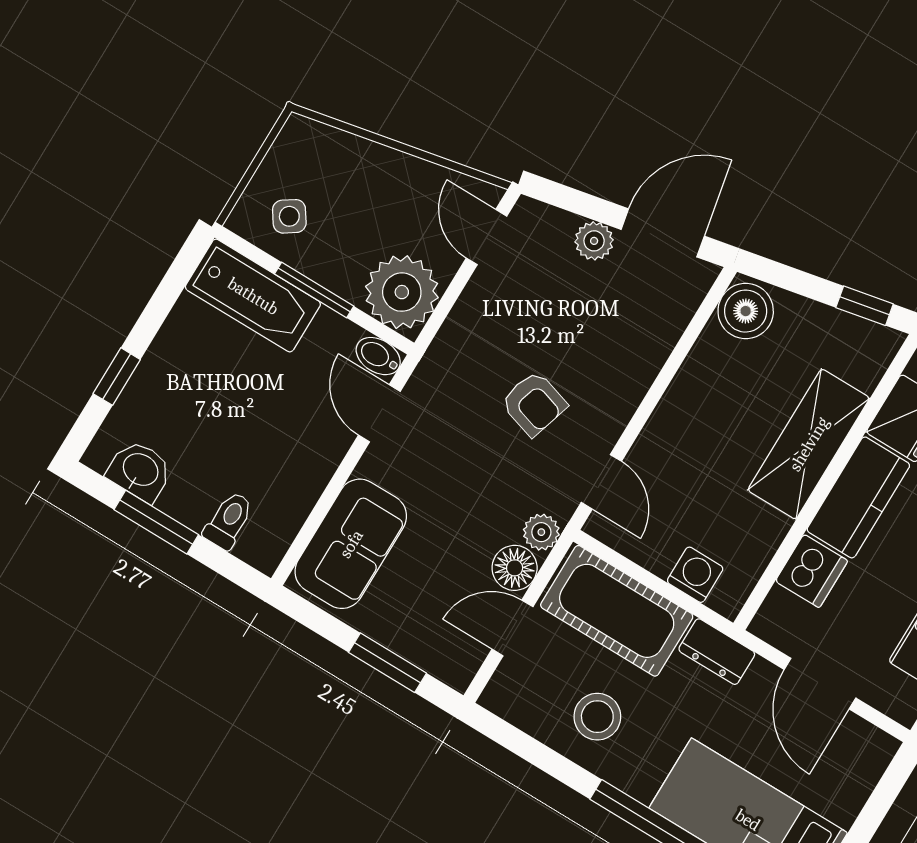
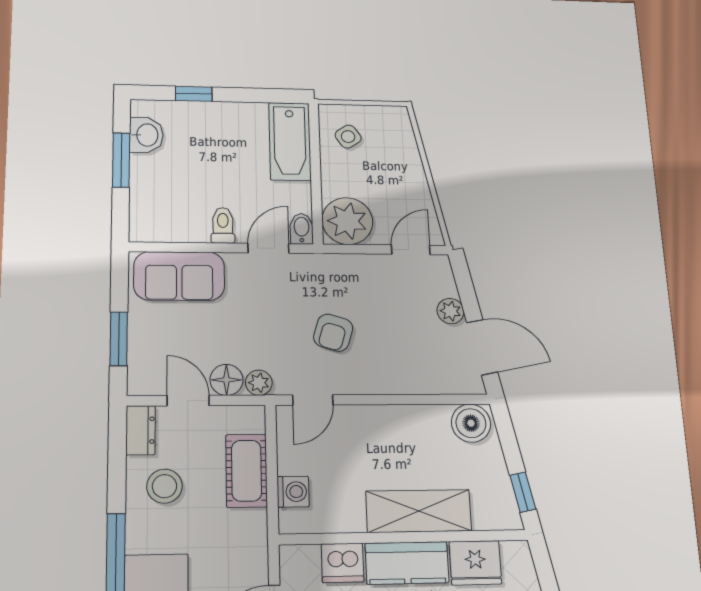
window: (314, 290) -> (316, 173), removed
toilet: (229, 520) -> (223, 225), moved, turned -90
cot: (617, 611) -> (247, 471), width x0.73, depth x0.75
dresser: (717, 652) -> (141, 430), moved, turned 180

